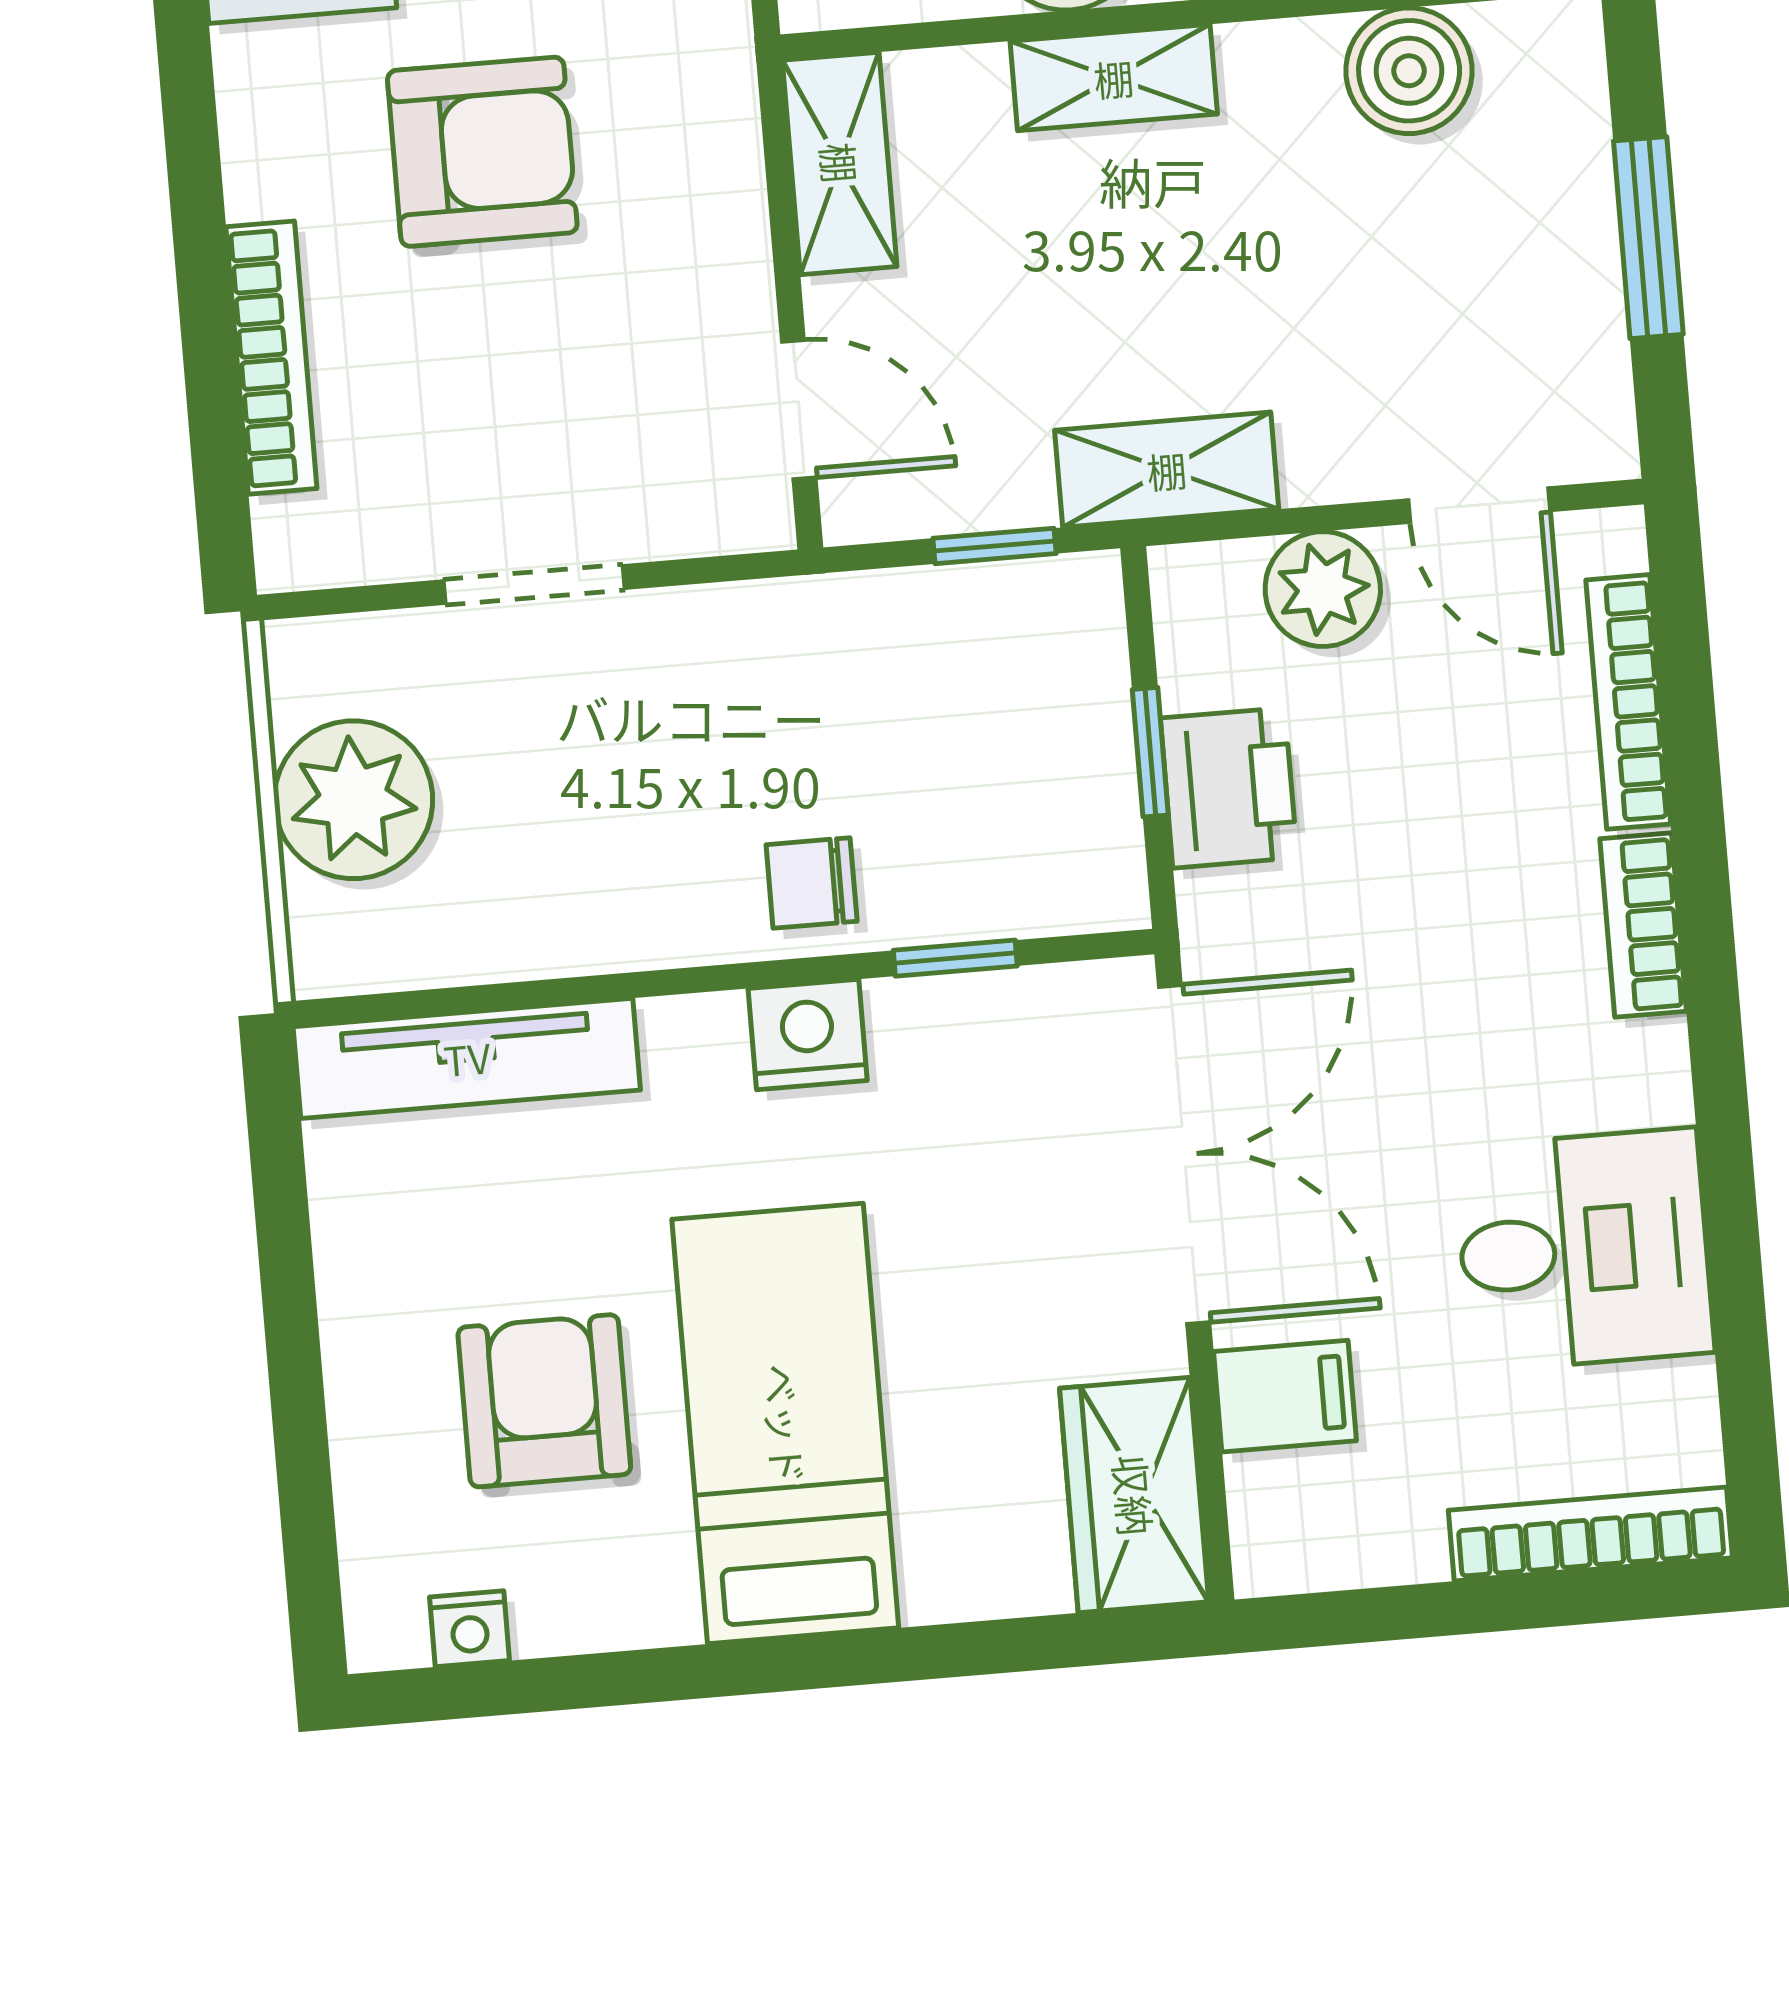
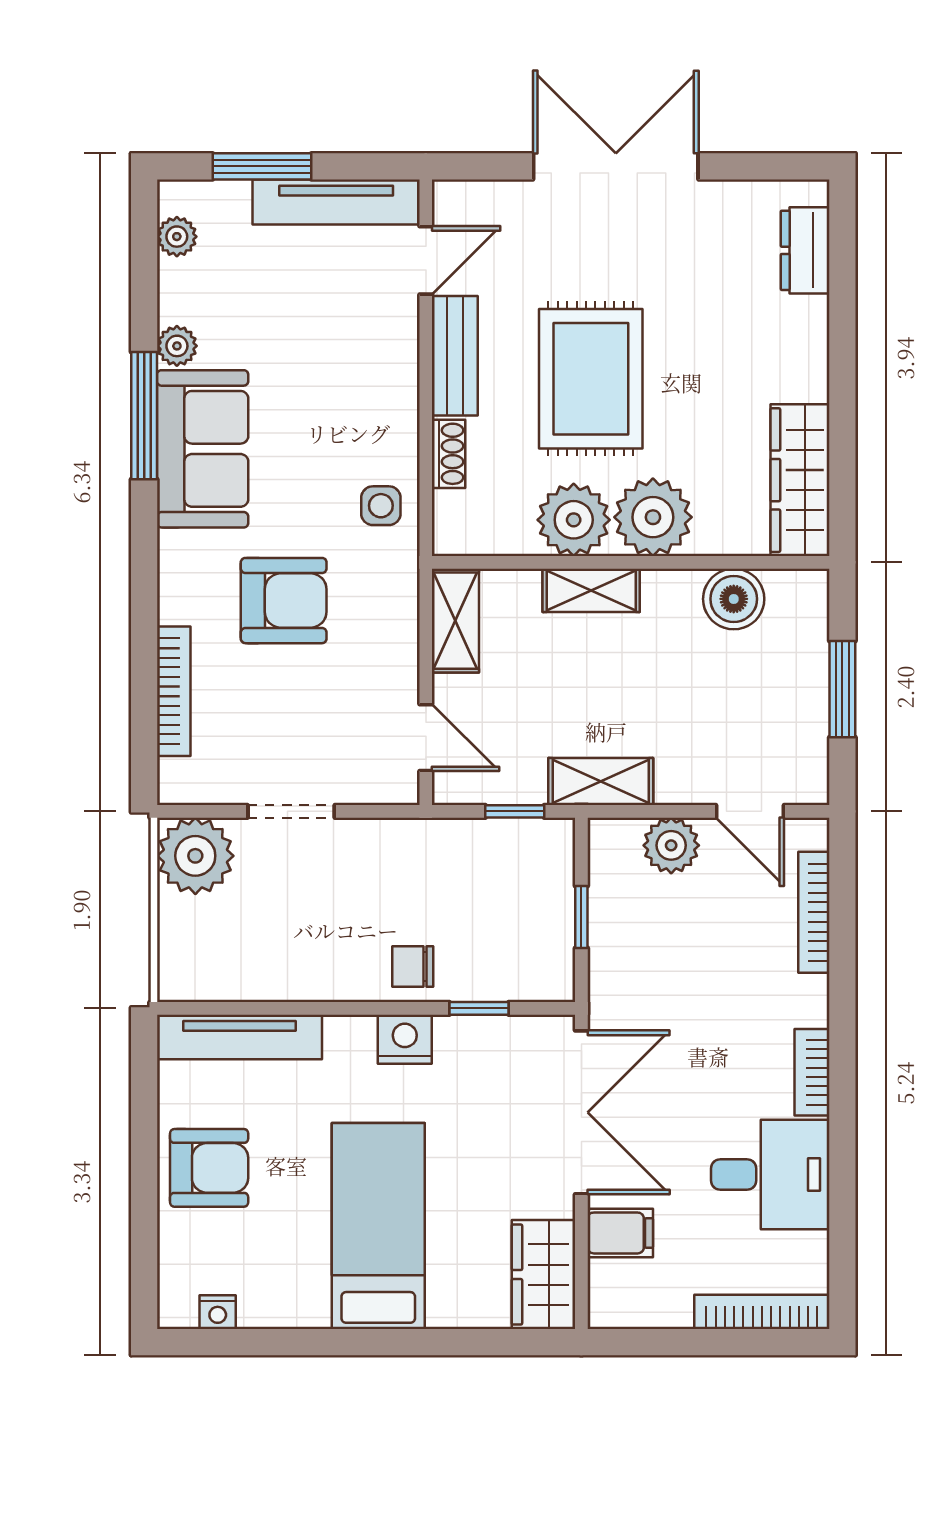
printer: (1229, 788) -> (618, 937), removed
plant: (353, 800) -> (195, 856), moved
bookcase: (1643, 925) -> (812, 1072), moved
armchair: (544, 1401) -> (209, 1168), moved, turned 90

